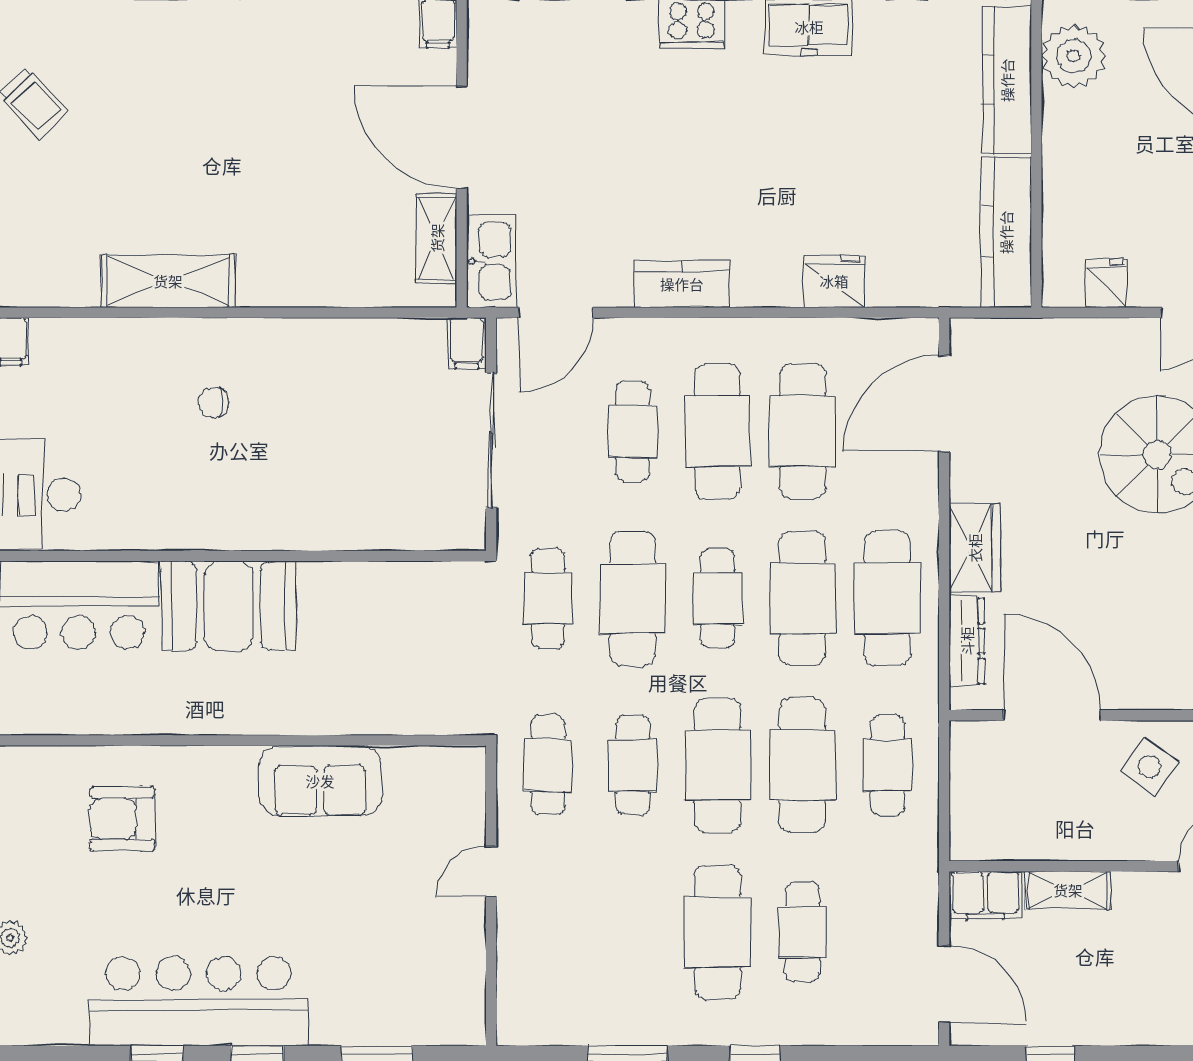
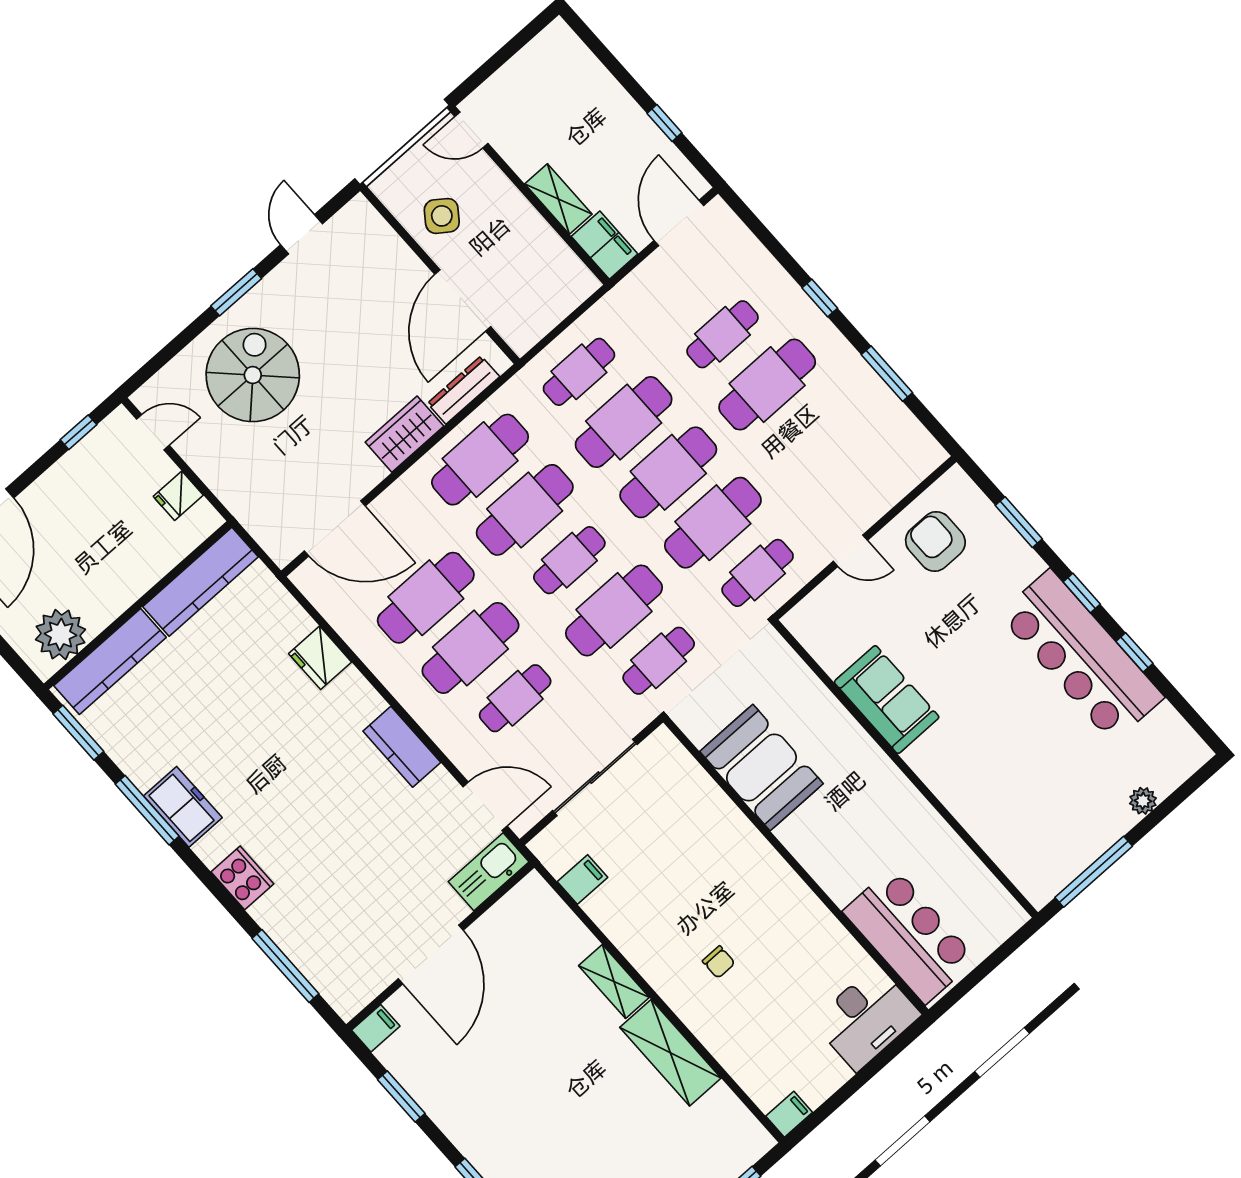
shelving: (437, 238) -> (614, 981), moved, turned 90
filing cabinet: (467, 343) -> (583, 879), moved
booth: (229, 606) -> (761, 768), moved
cafe table: (633, 765) -> (713, 523), width x1.37, depth x1.35
armchair: (122, 819) -> (935, 542), moved, turned 180

